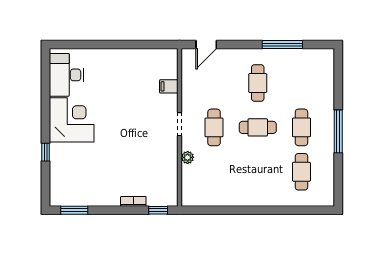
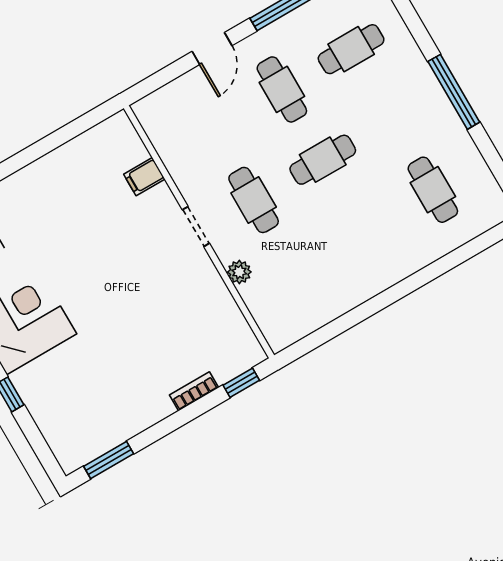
door: (206, 45) -> (212, 49), moved
cafe table: (301, 127) -> (351, 49), moved, turned 90

